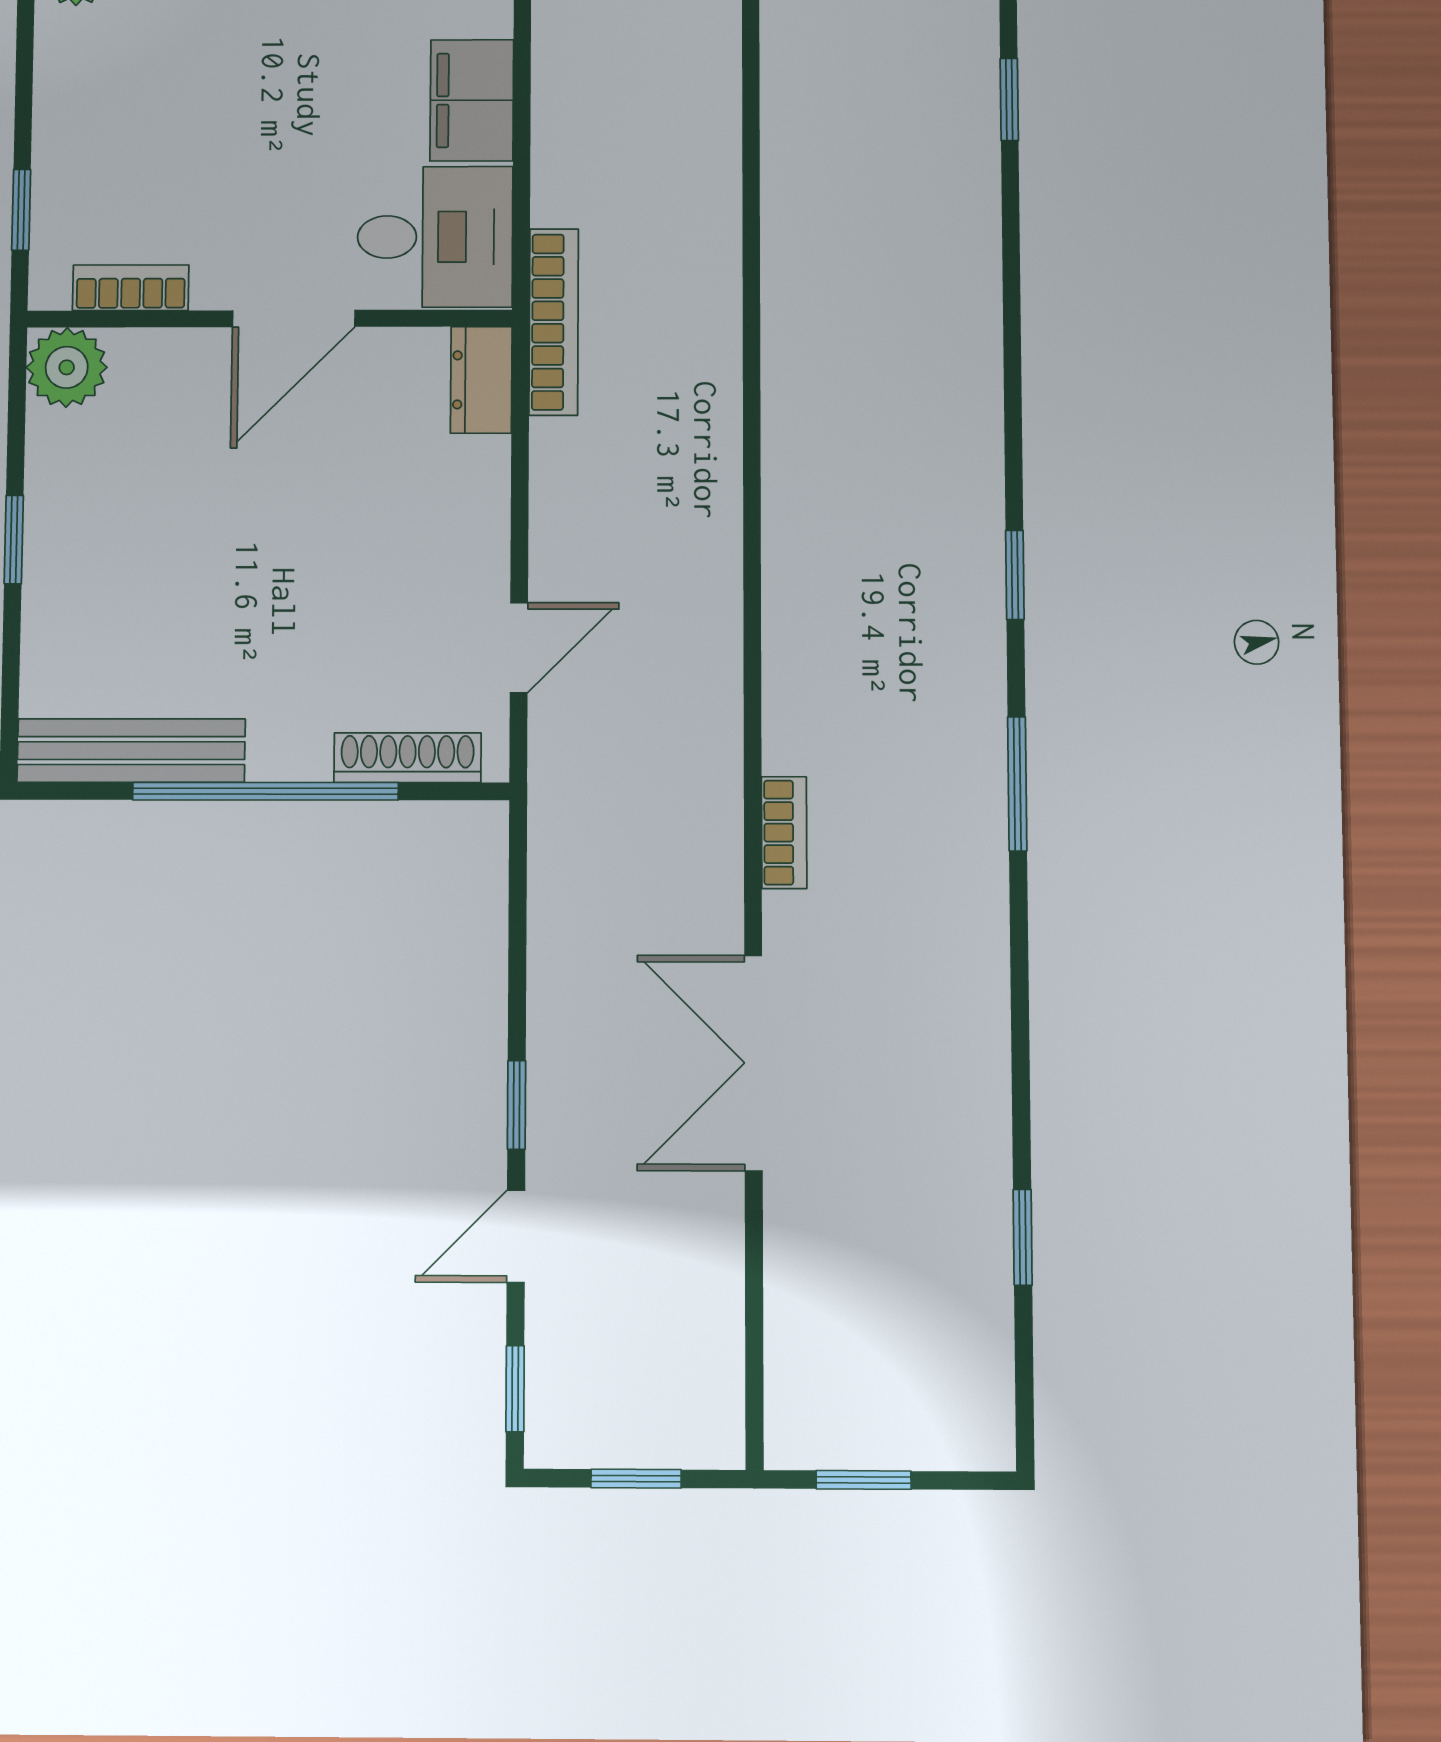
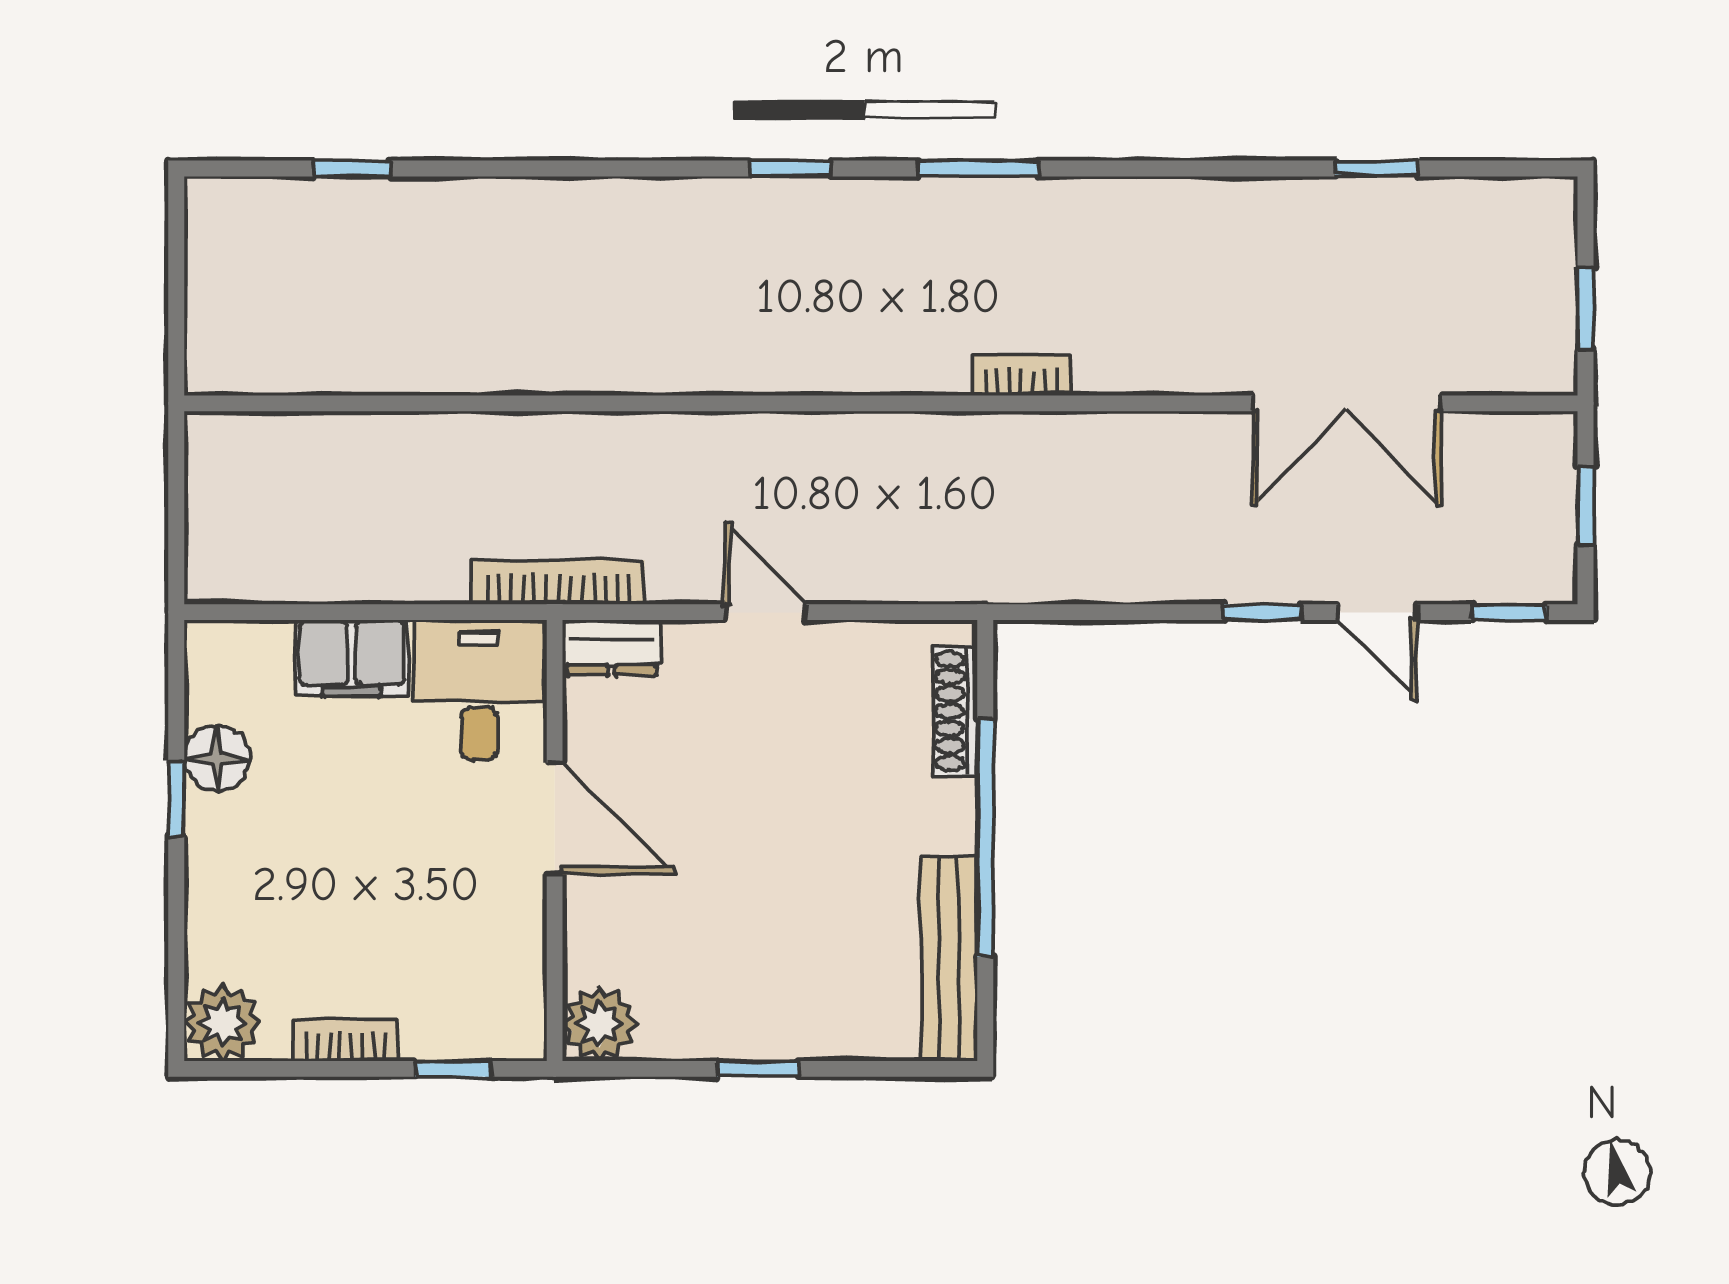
bookcase: (131, 288) -> (345, 1040), moved, turned 90
door: (519, 648) -> (765, 612), moved
double door: (753, 1063) -> (1347, 403), moved

